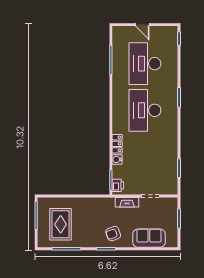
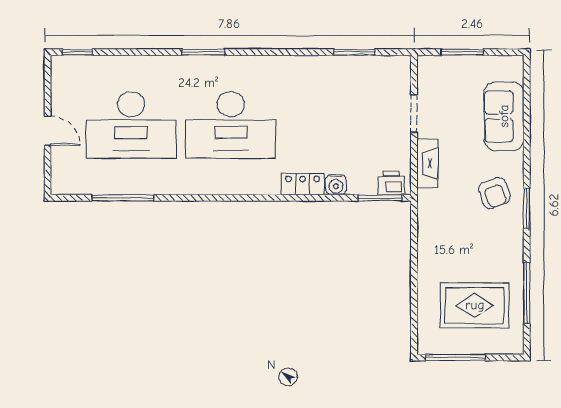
door: (142, 25) -> (48, 131), hinge flipped

